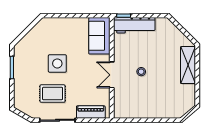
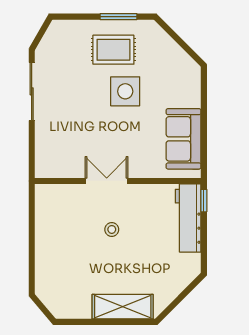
sofa: (99, 36) -> (184, 139), moved, turned -90
rug: (53, 94) -> (113, 50), moved, turned 90
piano: (91, 112) -> (45, 146), removed

